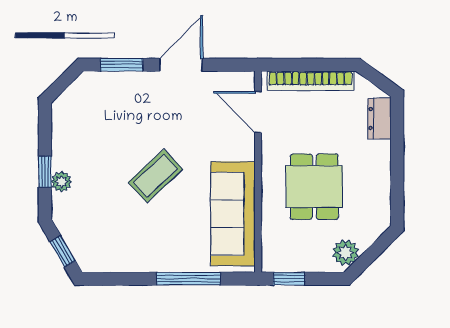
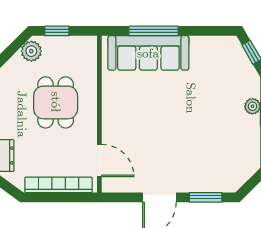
coffee table: (155, 176) -> (179, 111), removed
sofa: (233, 214) -> (148, 53), moved, turned 90
window: (289, 279) -> (57, 31), moved

